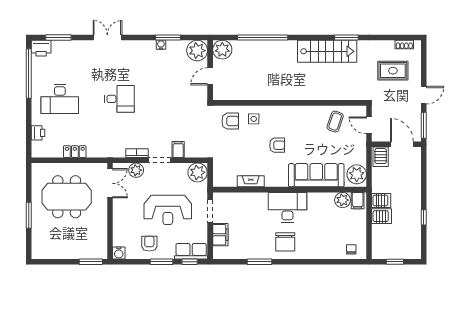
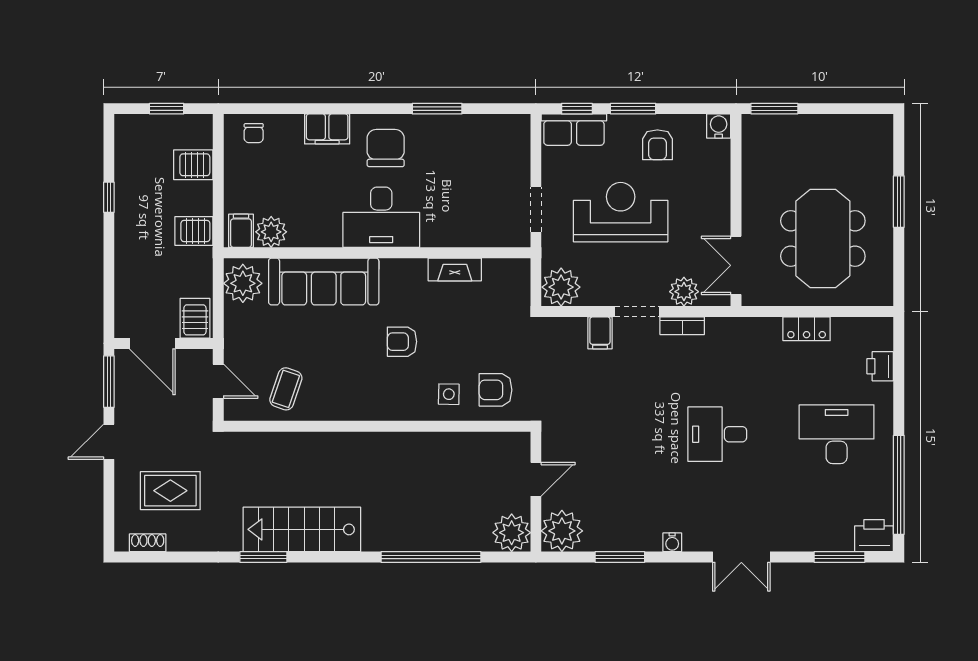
water cooler: (161, 45) -> (672, 542), moved
meeting table: (67, 197) -> (823, 238), turned 90
server rack: (381, 216) -> (193, 165), moved
filing cabinet: (220, 235) -> (327, 129), moved, turned -90

